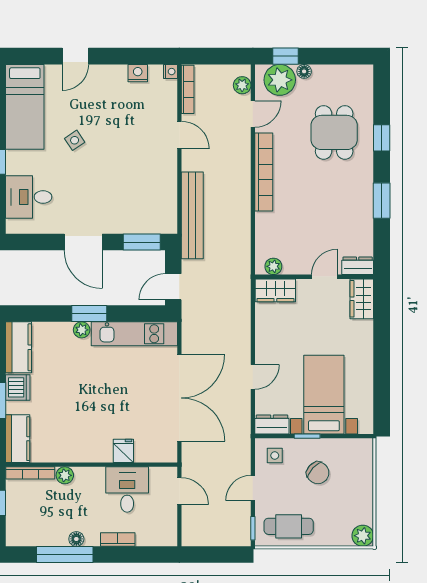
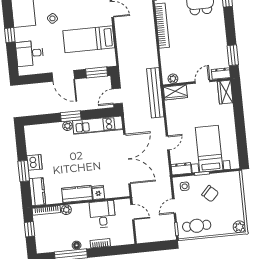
bed: (134, 183) -> (89, 39), added
window: (382, 201) -> (233, 55), moved
bench: (192, 215) -> (155, 93), moved
kitchen counter: (19, 347) -> (77, 194), moved, turned -90

